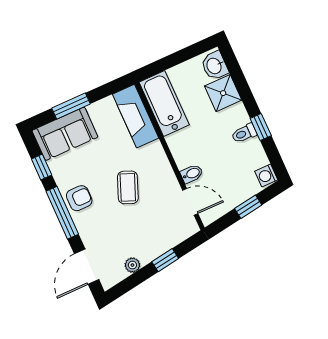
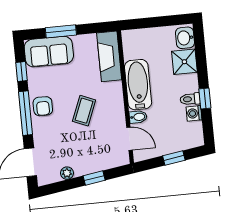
bathtub: (164, 103) -> (138, 85), moved
washing machine: (266, 176) -> (194, 113), moved
armchair: (79, 198) -> (43, 106), turned 90

